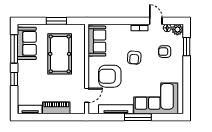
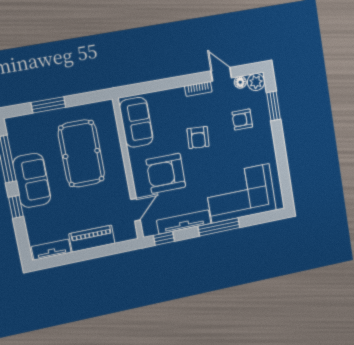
window: (56, 21) -> (48, 105), moved
sofa: (27, 43) -> (32, 180), moved
window: (101, 117) -> (164, 238), added

